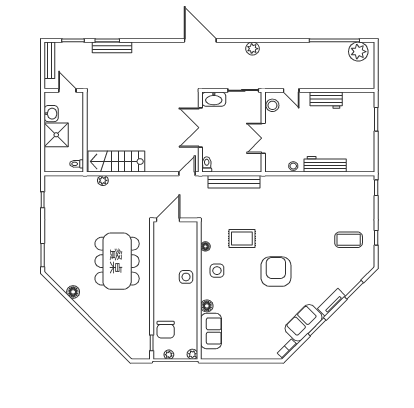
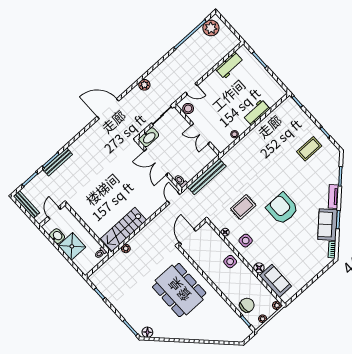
door: (67, 90) -> (54, 213), hinge flipped
workbench: (326, 100) -> (229, 65), moved
workbench: (325, 164) -> (257, 112), width x0.73
floor lamp: (73, 292) -> (147, 332), moved
chair: (166, 330) -> (247, 305), turned -90

